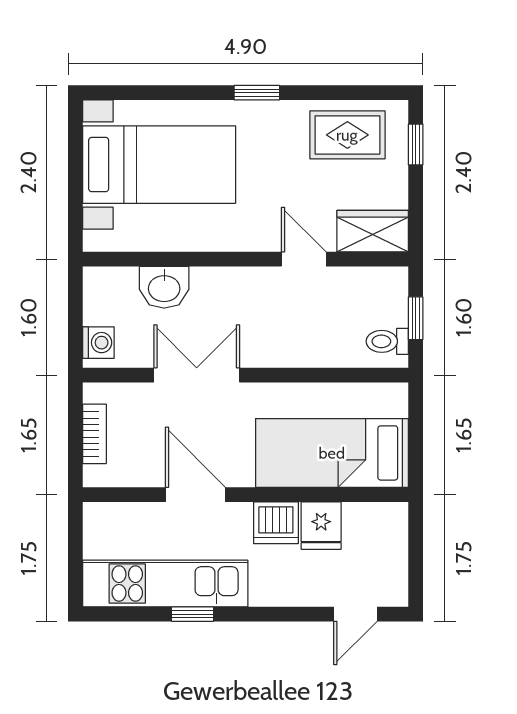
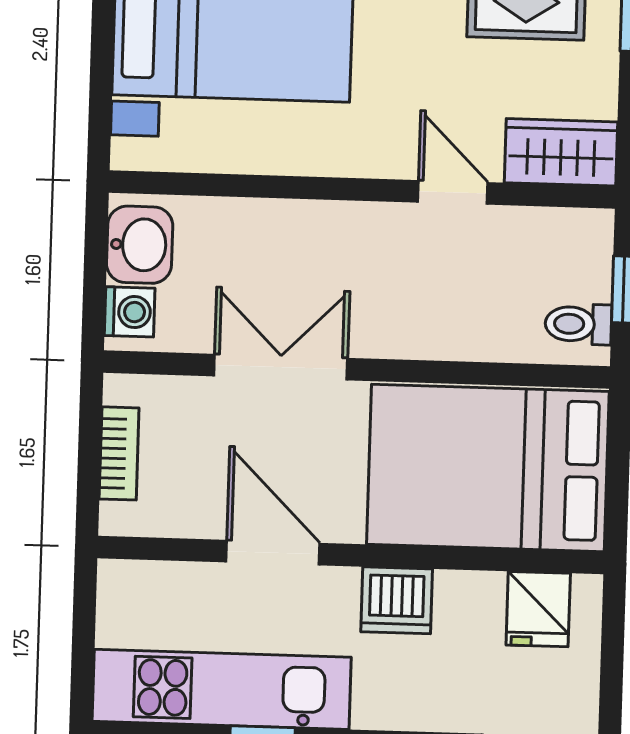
washbasin: (164, 287) -> (140, 245), moved, turned -90
bed: (332, 453) -> (488, 468), width x1.50
fridge: (321, 526) -> (538, 609), moved

